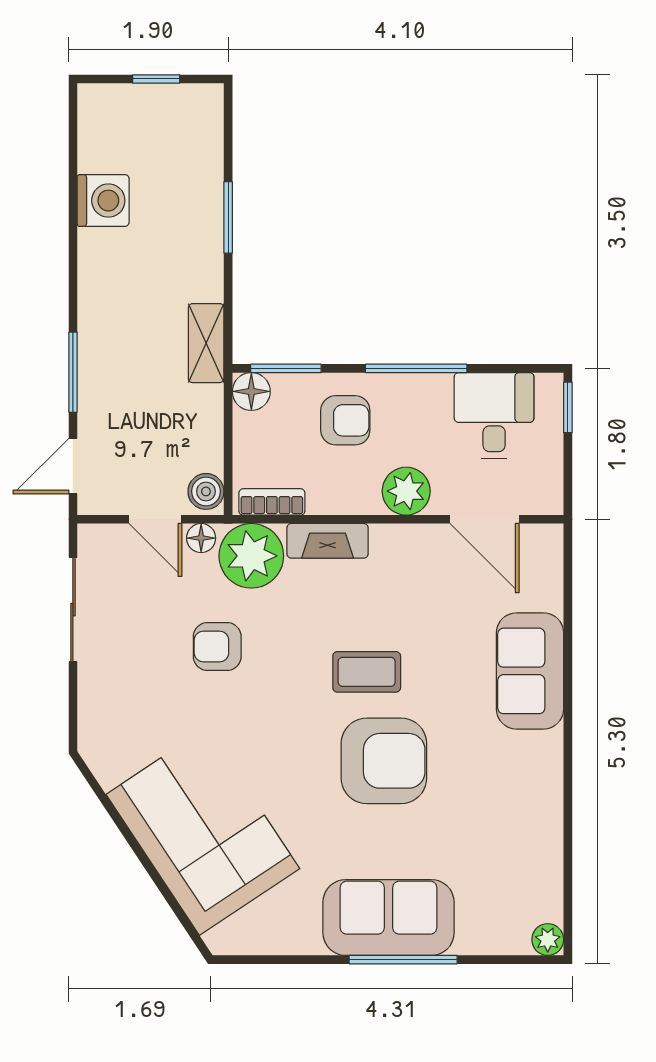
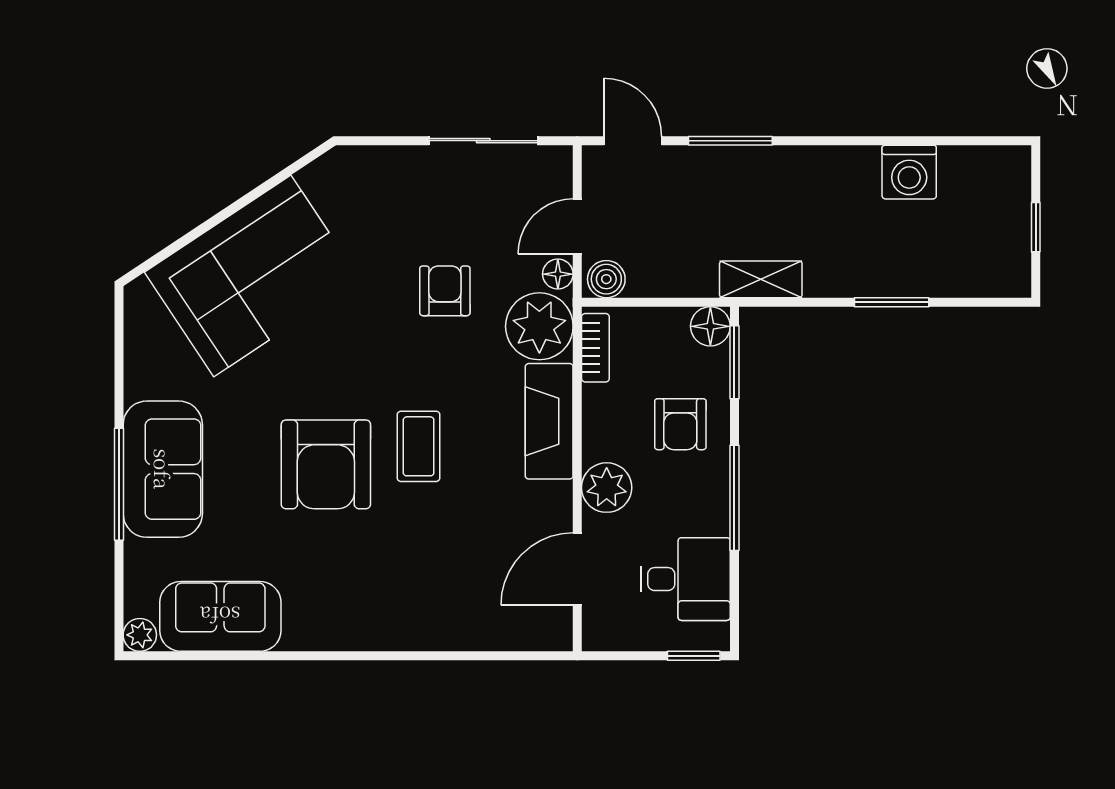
fireplace: (328, 541) -> (549, 421), width x1.37, depth x1.32
sofa: (530, 671) -> (220, 616), moved

